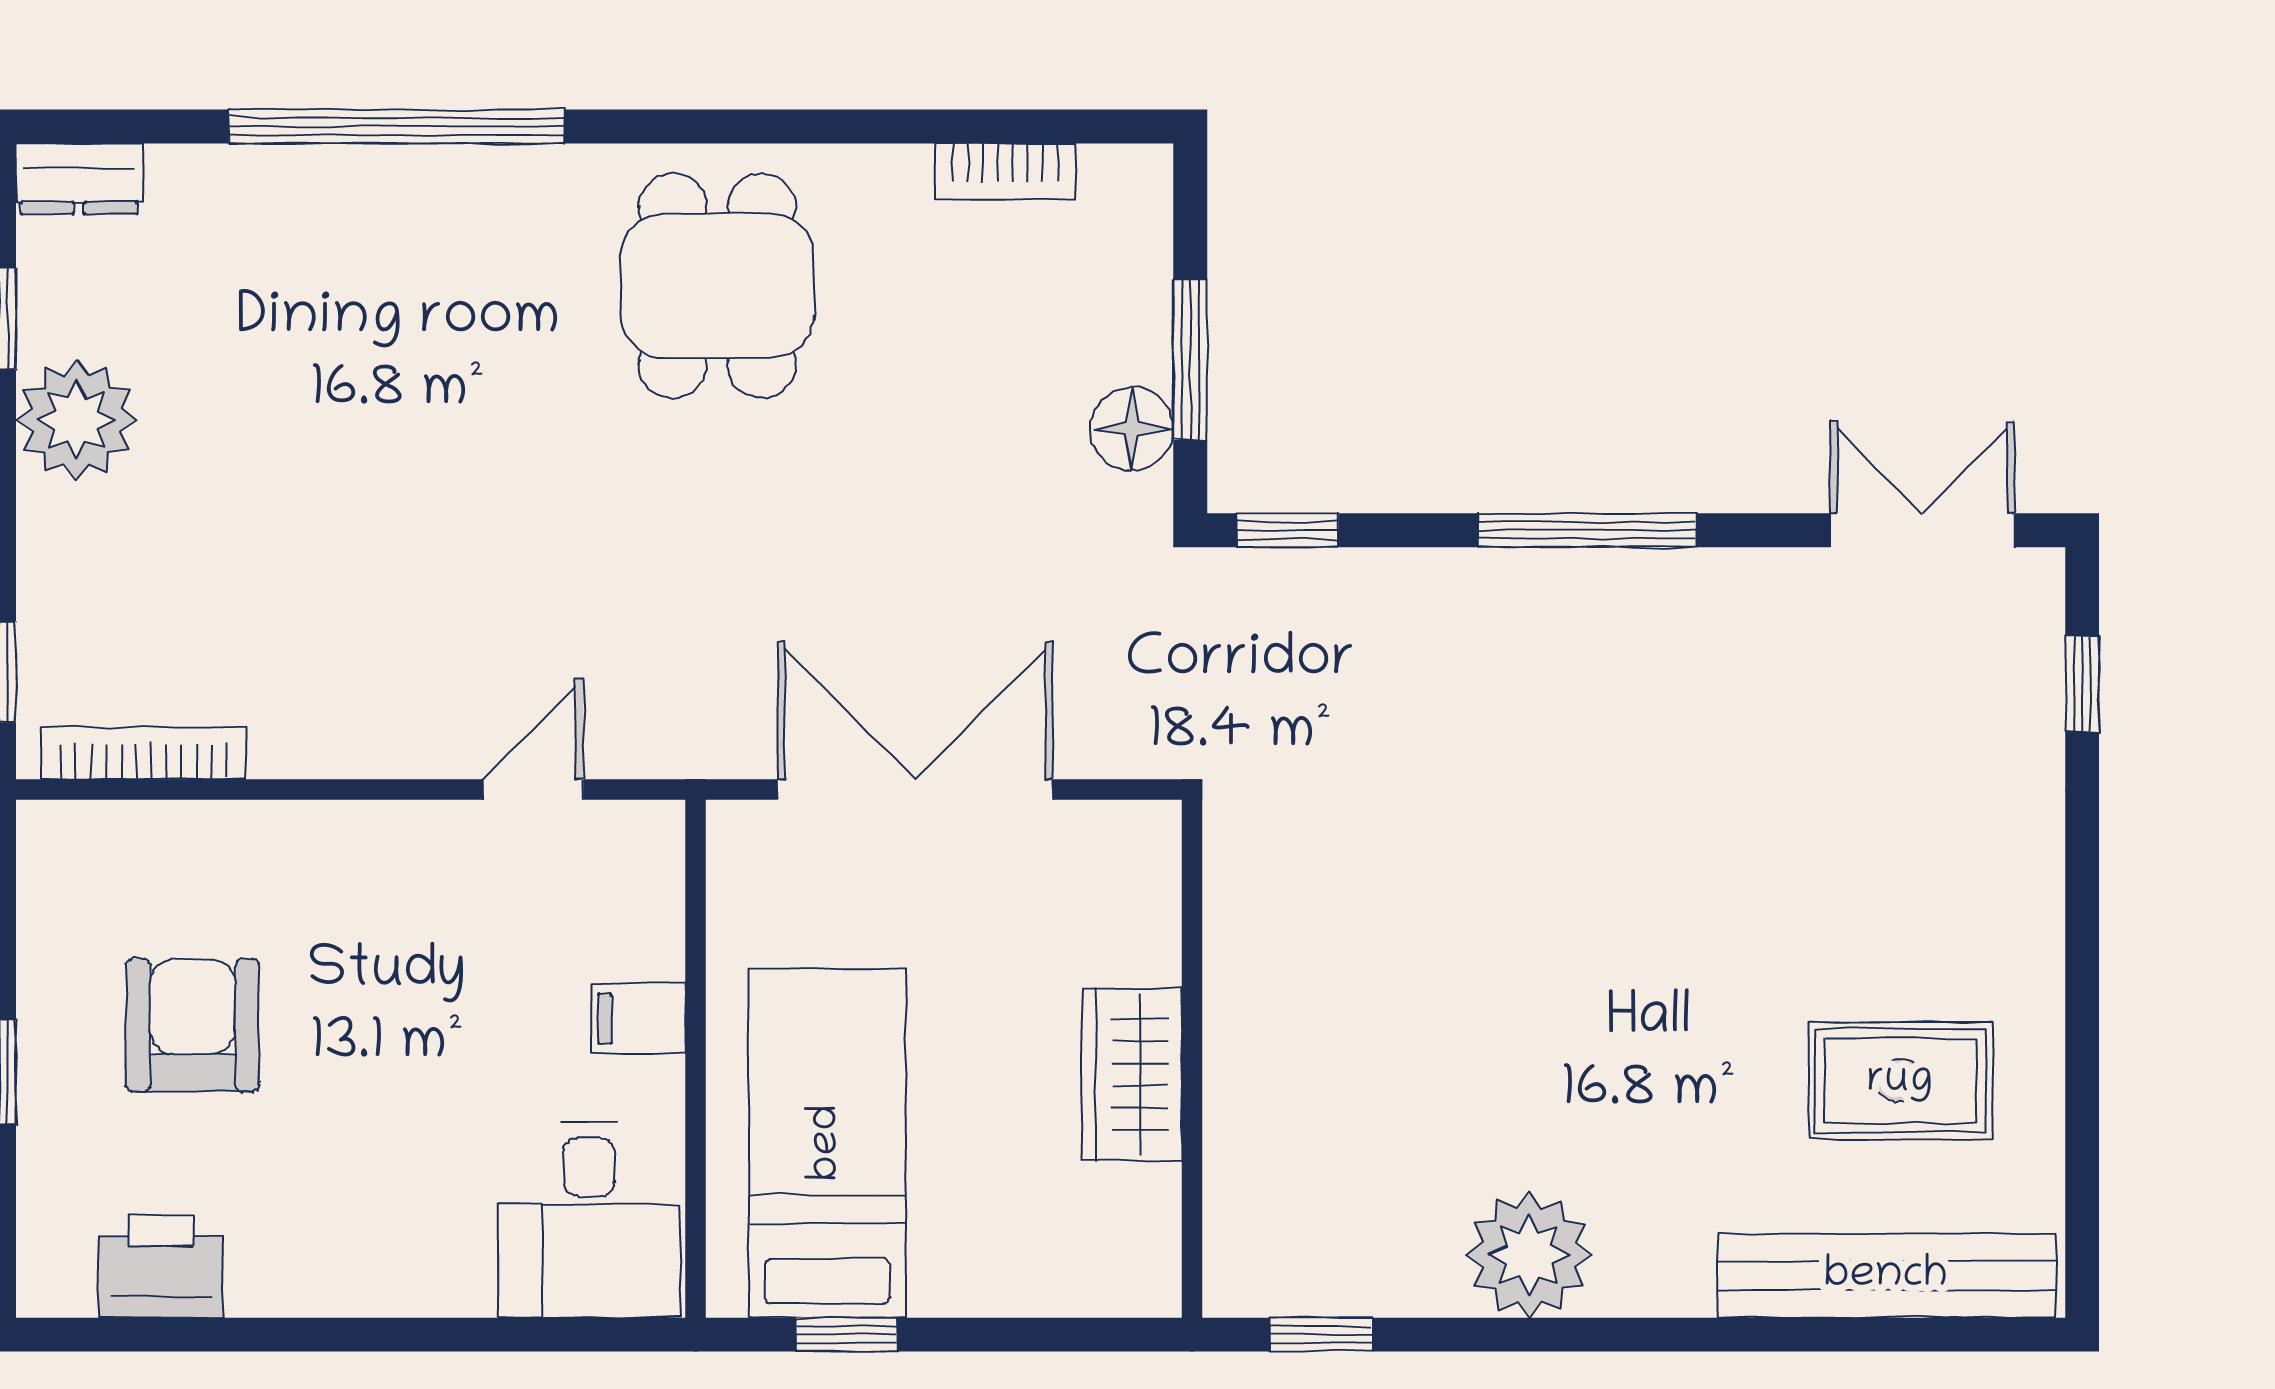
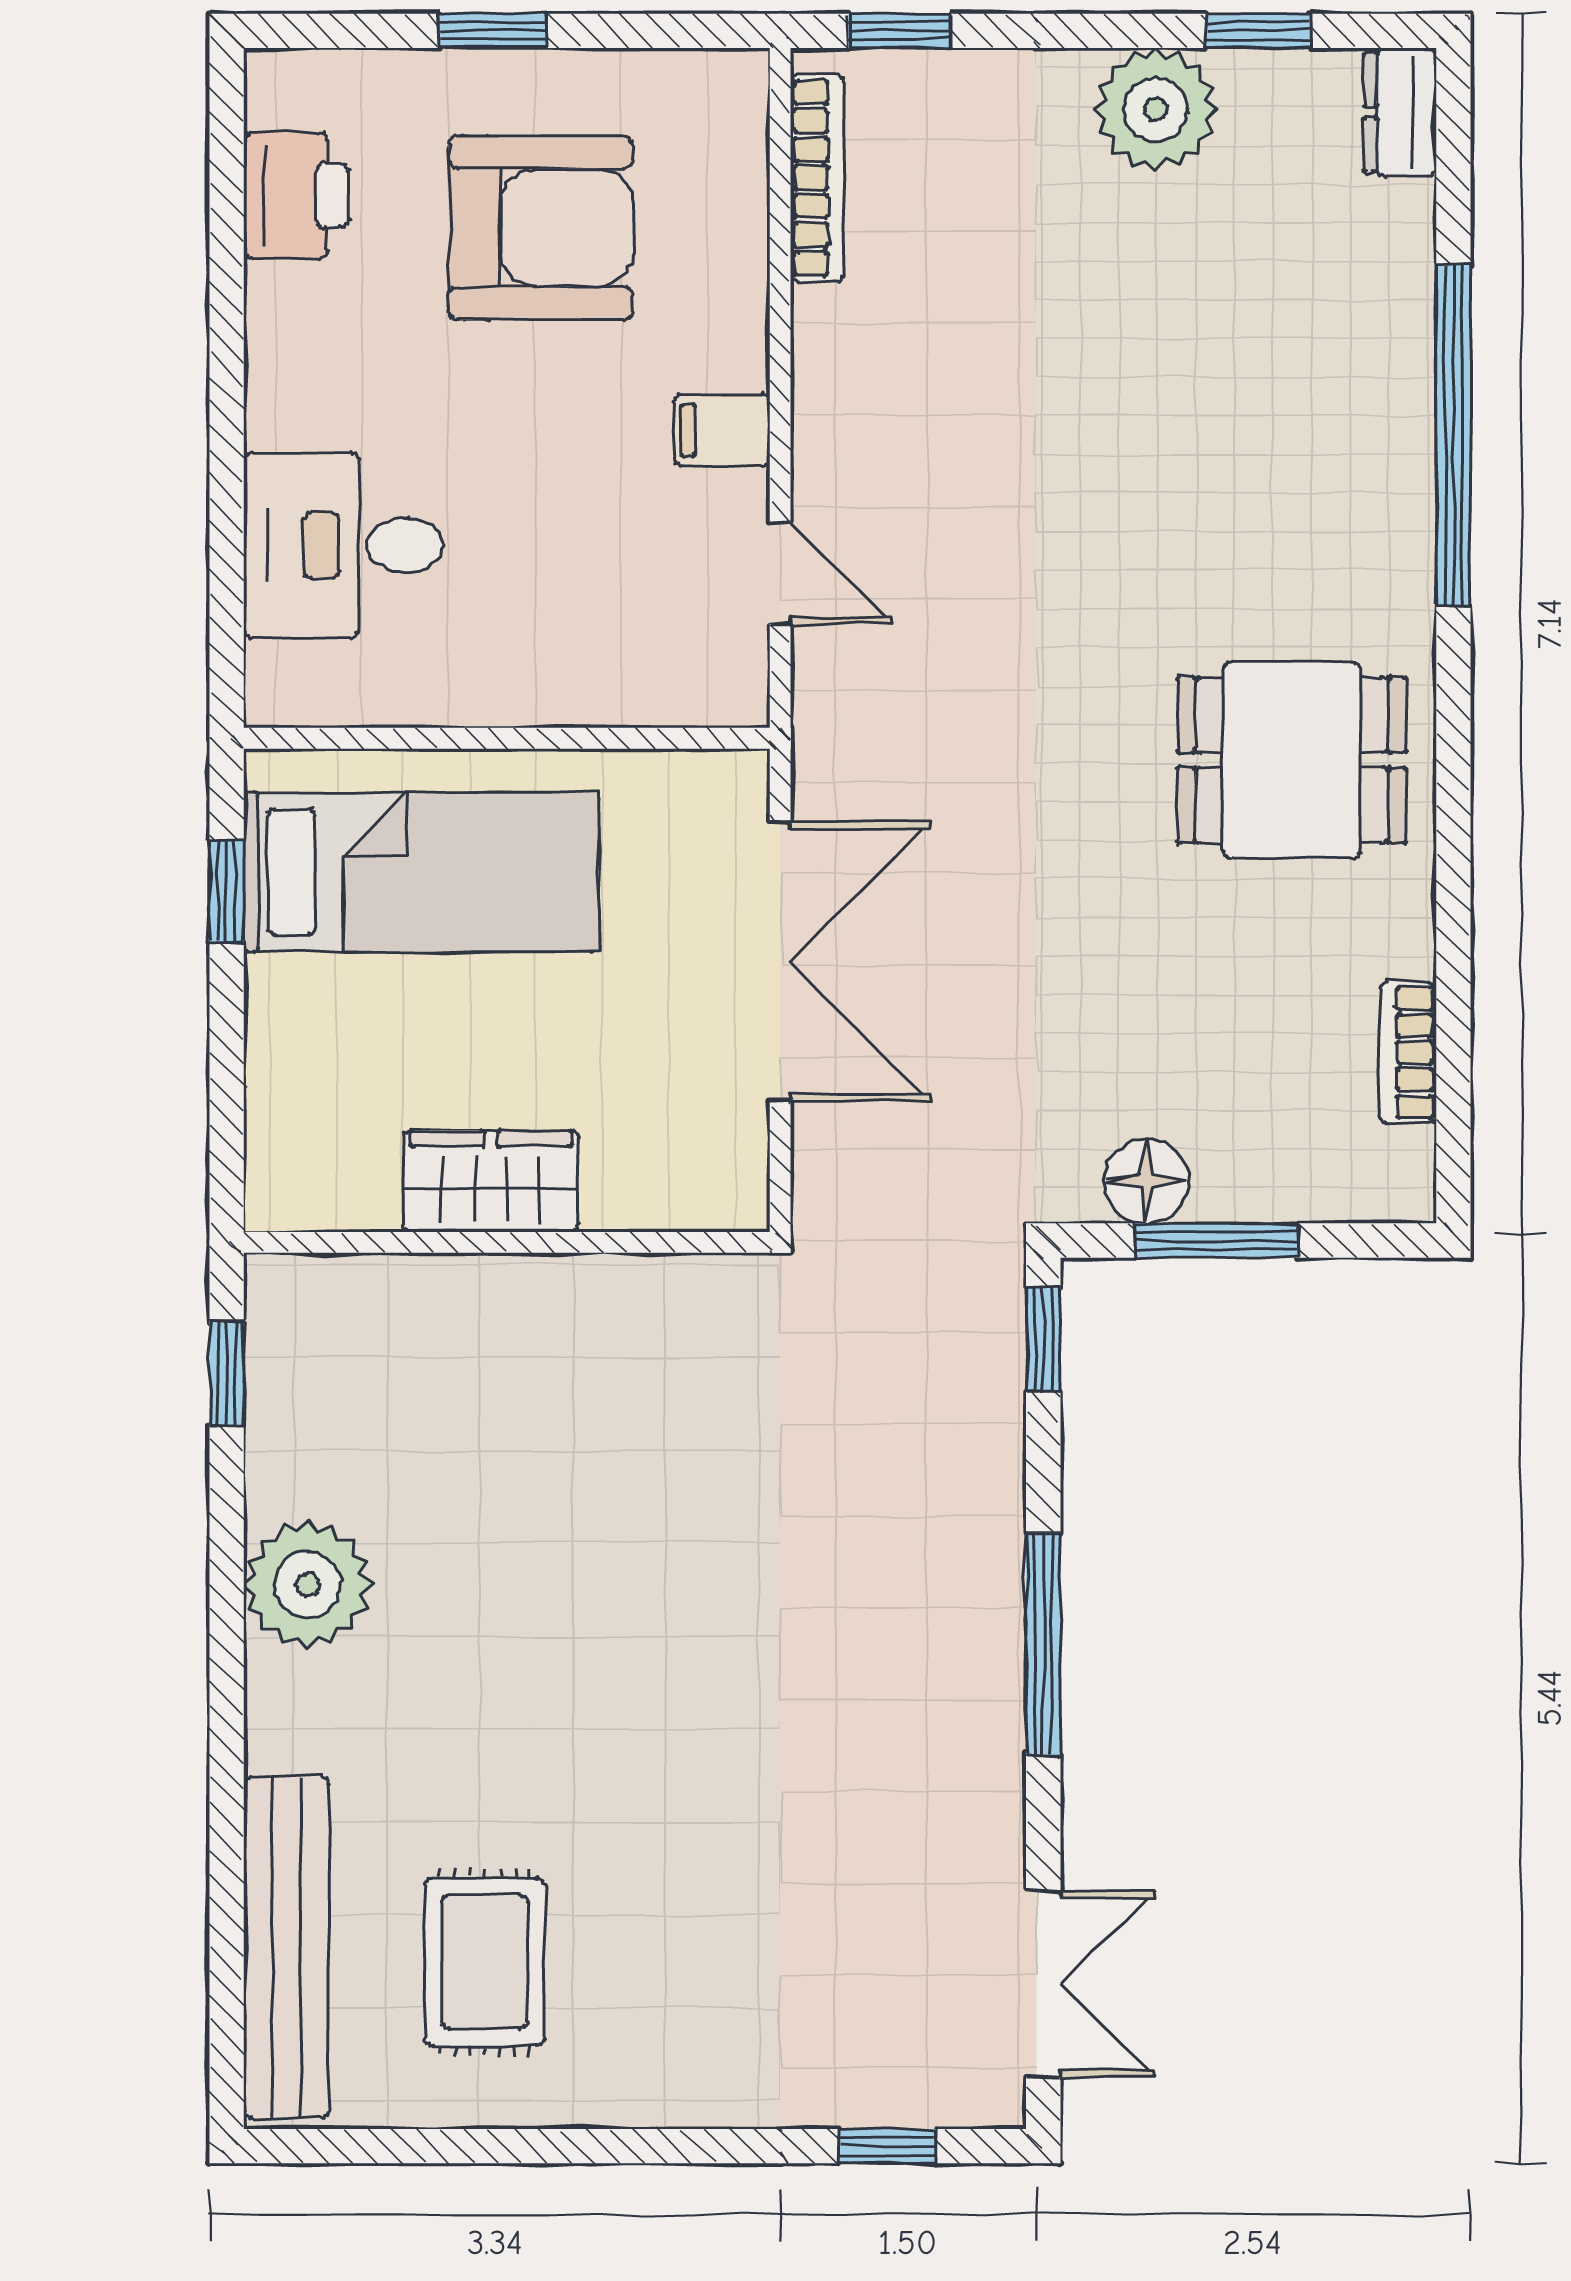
filing cabinet: (638, 1018) -> (722, 430), moved, turned -90
armchair: (193, 1025) -> (541, 228), width x1.36, depth x1.36
desk: (589, 1220) -> (343, 545), moved

